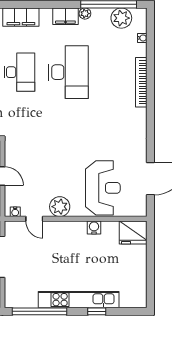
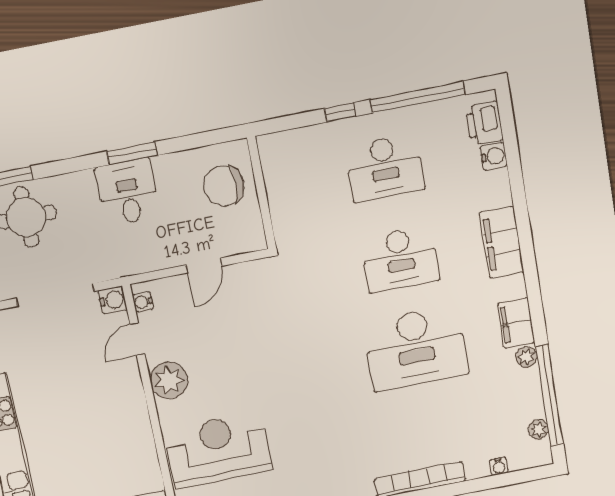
plant: (121, 18) -> (538, 429), width x0.53, depth x0.53
reception desk: (103, 188) -> (218, 450), turned 180
water cooler: (94, 227) -> (113, 300), moved

